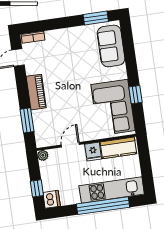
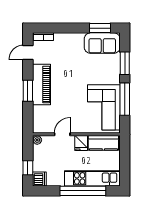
sofa: (111, 46) -> (102, 43), moved, turned -90
window: (130, 54) -> (125, 63), added
piano: (36, 92) -> (42, 85), width x1.37, depth x1.33
window: (135, 95) -> (125, 99), width x2.17
window: (27, 120) -> (28, 91), moved

